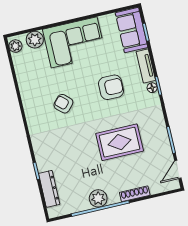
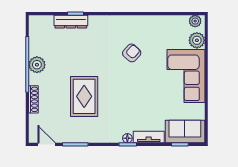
armchair: (111, 87) -> (137, 100), removed
dresser: (49, 189) -> (71, 22), moved

